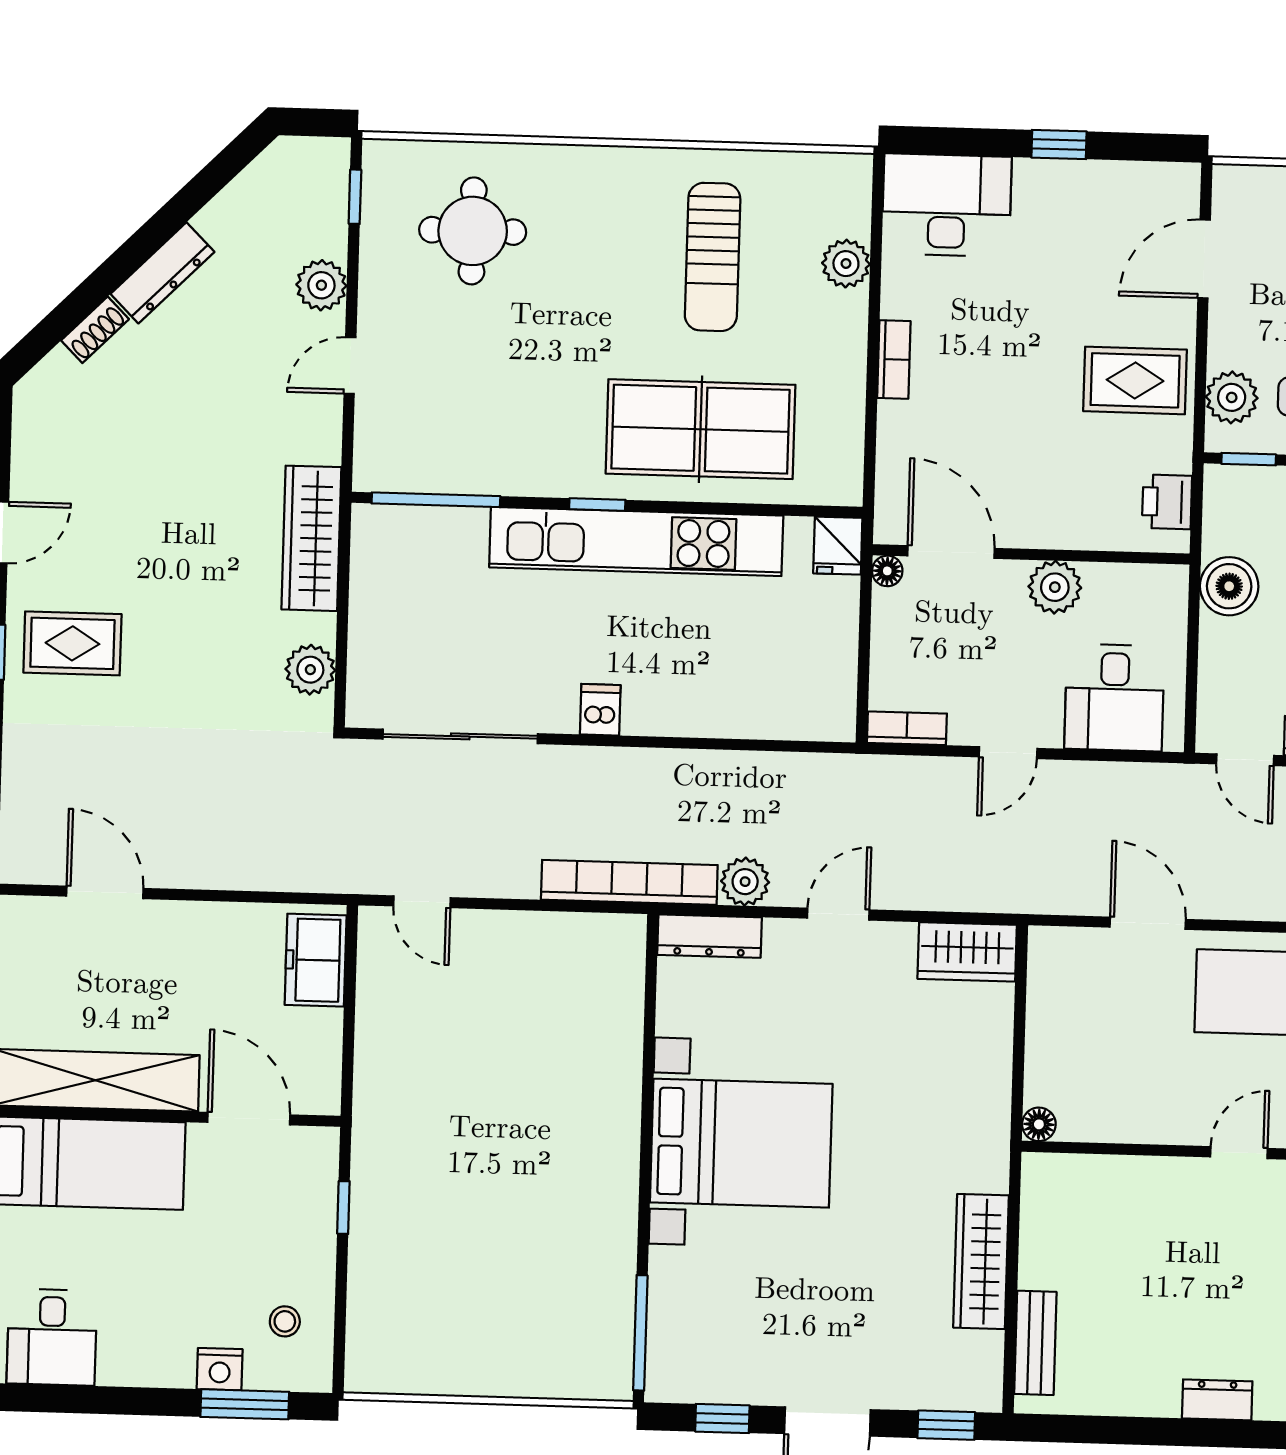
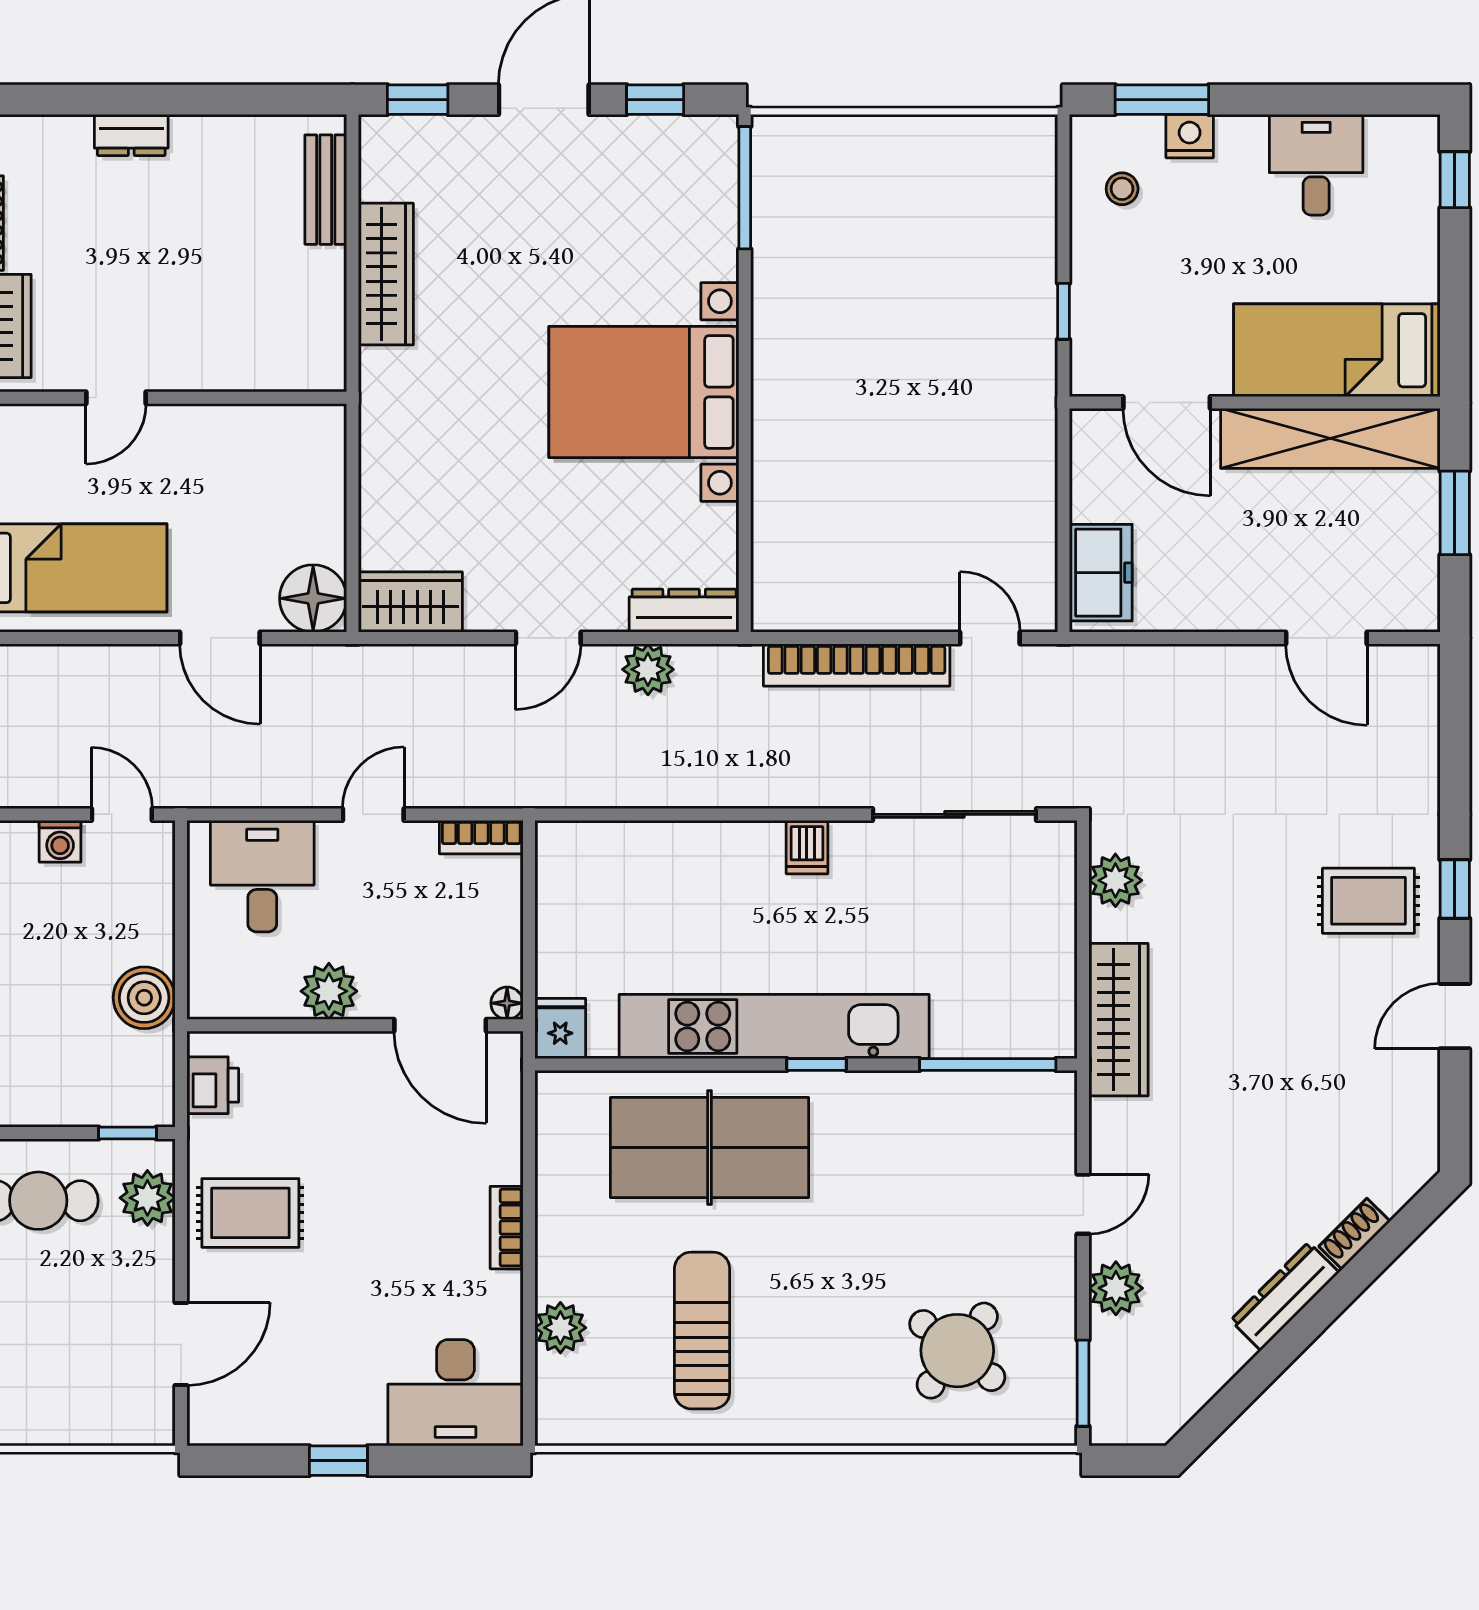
window: (355, 197) -> (1083, 1383), width x1.50
round table: (473, 231) -> (957, 1351), turned 38
bookcase: (629, 882) -> (857, 665), moved
floor lamp: (1039, 1124) -> (313, 598), moved, width x1.89, depth x1.89
desk: (52, 1337) -> (1316, 165), moved

